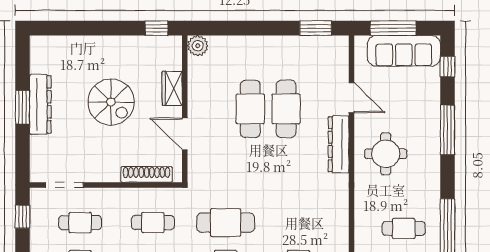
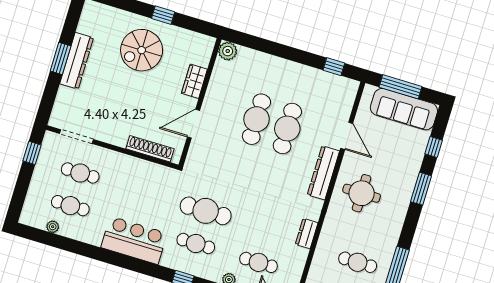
window: (157, 28) -> (163, 15), moved
window: (316, 28) -> (334, 67), width x0.67
window: (447, 67) -> (434, 147), moved
spiral stairs: (111, 102) -> (142, 50), moved, turned 90
window: (447, 130) -> (421, 189), width x0.69
door: (185, 134) -> (194, 124), hinge flipped
dresser: (340, 214) -> (307, 234), added
cafe table: (153, 223) -> (143, 192), removed

